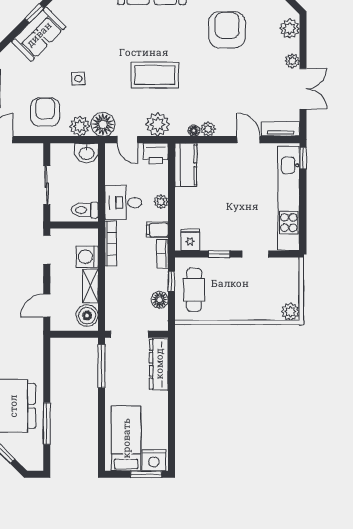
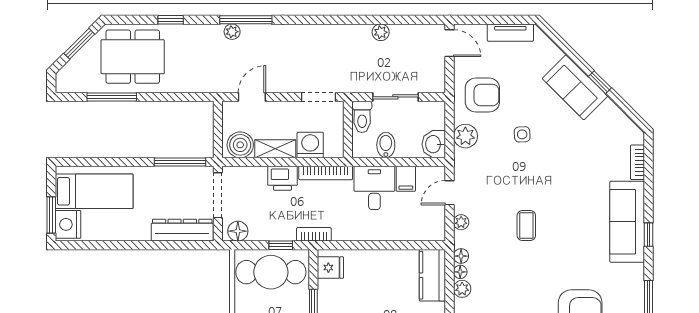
coffee table: (155, 75) -> (526, 225), width x0.54, depth x0.58
floor lamp: (103, 124) -> (461, 256), moved, width x0.53, depth x0.53
plant: (158, 124) -> (461, 222), width x0.53, depth x0.53
printer: (156, 153) -> (282, 178), moved, turned -90
kitchen counter: (186, 165) -> (432, 275), moved, turned 90
bidet: (87, 193) -> (386, 145), added
plant: (161, 202) -> (376, 233), removed
toilet: (85, 210) -> (362, 117), moved, turned 180
filing cabinet: (157, 230) -> (406, 179), moved, turned 180
cafe table: (194, 290) -> (271, 272), width x1.37, depth x1.35
floor lamp: (160, 300) -> (238, 231), moved
door: (47, 306) -> (252, 97), hinge flipped

